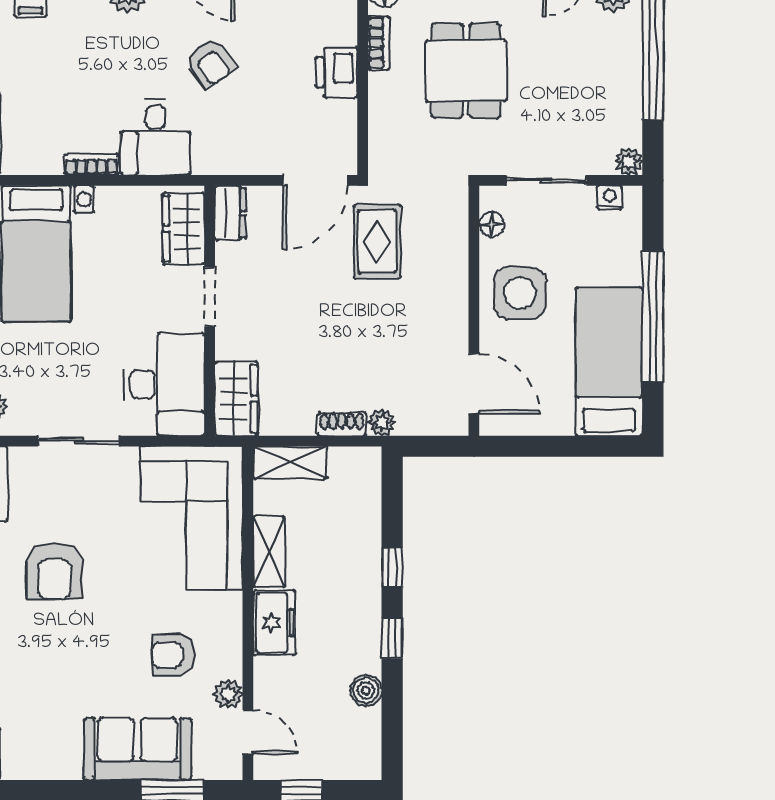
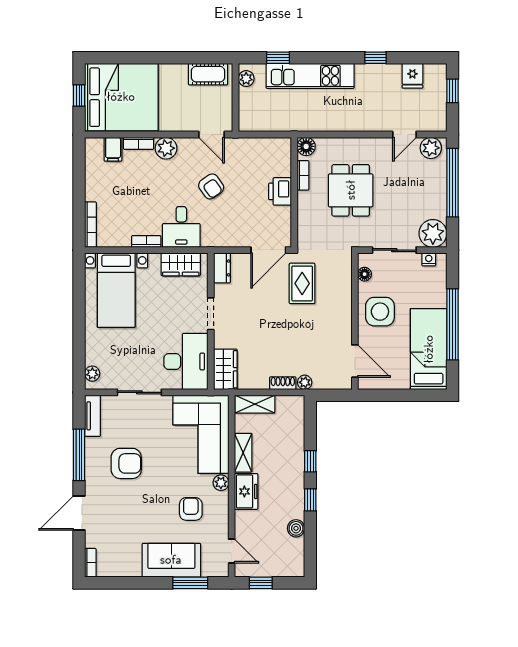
plant: (629, 162) -> (433, 233), width x1.88, depth x1.88
wardrobe: (184, 229) -> (181, 264), moved, turned -90
armchair: (55, 571) -> (126, 463), turned -90
armchair: (173, 655) -> (191, 509), turned 91
plant: (228, 694) -> (221, 483), moved

